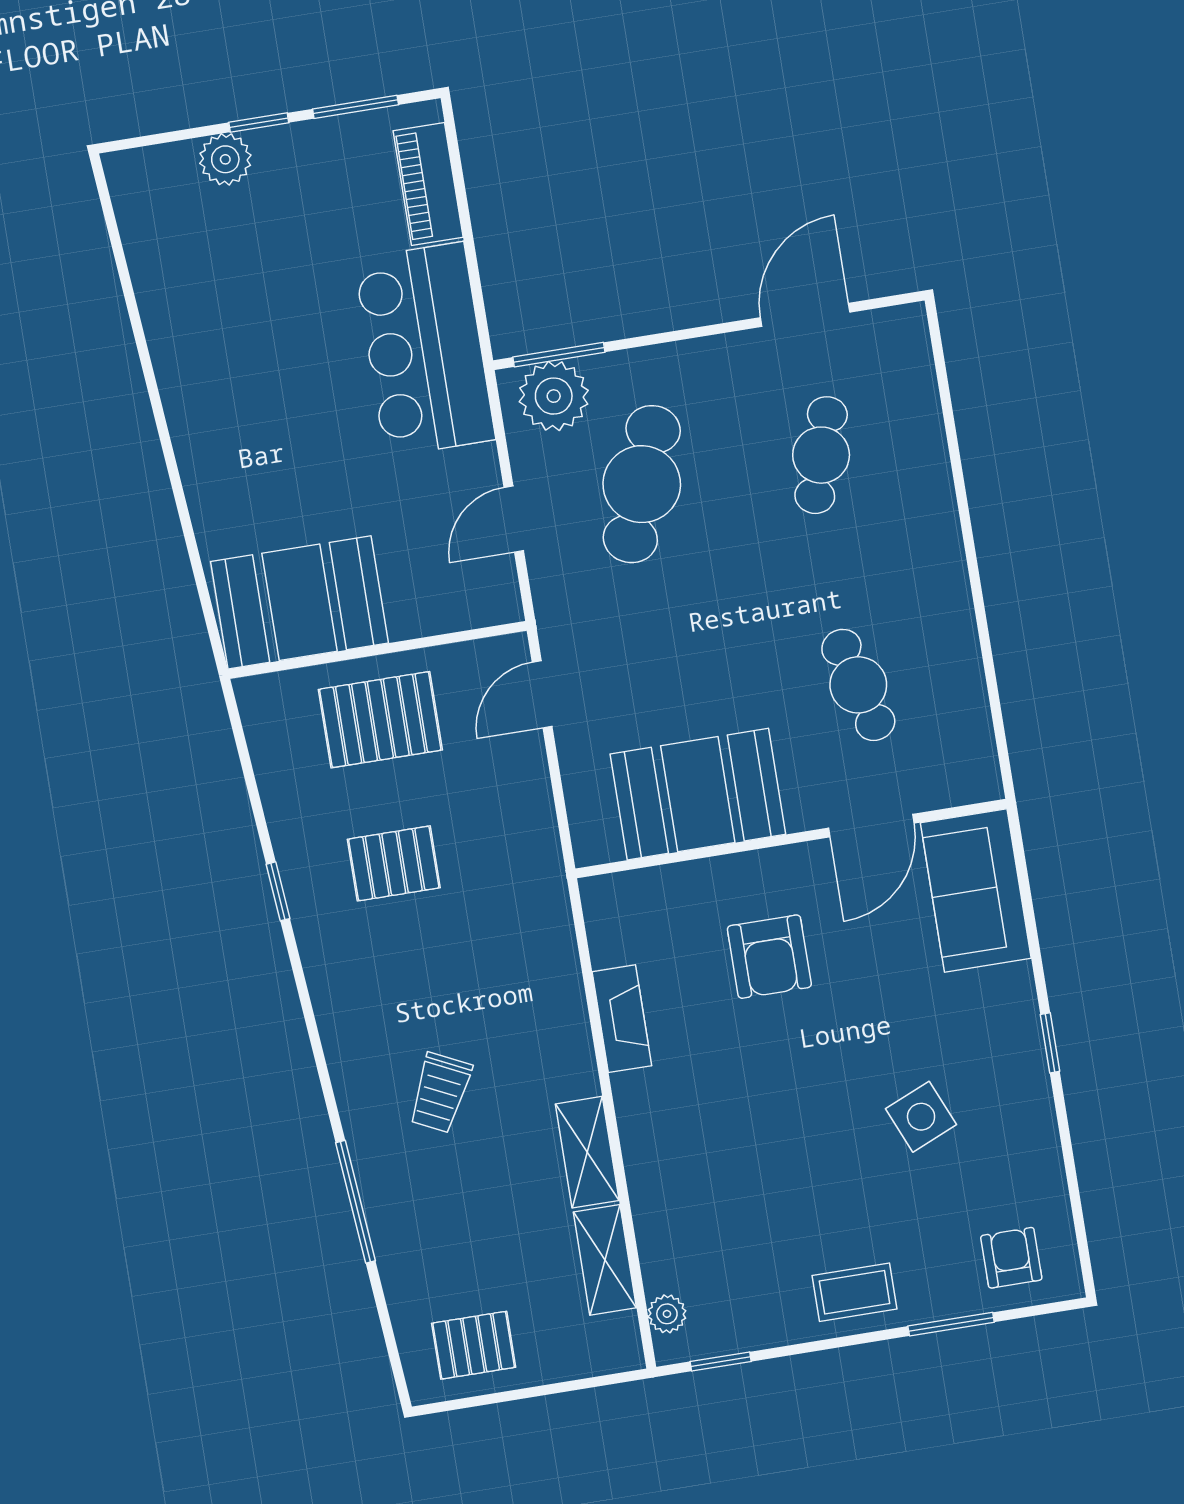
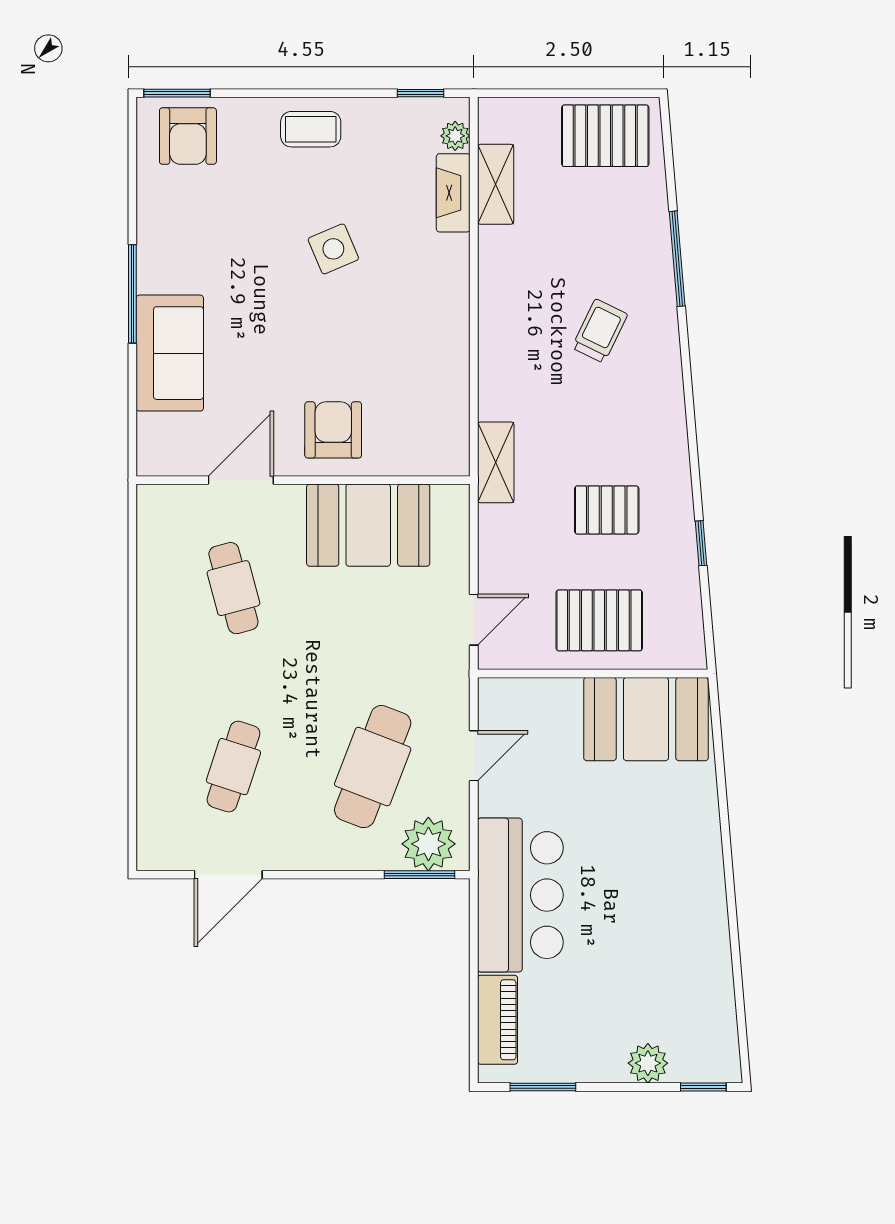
window: (259, 123) -> (703, 1087), moved
window: (278, 891) -> (701, 543), moved
sofa: (976, 891) -> (170, 353), moved
armchair: (769, 957) -> (333, 430), moved
fireplace: (622, 1019) -> (453, 193), moved
window: (1050, 1043) -> (132, 294), width x2.17
side table: (921, 1117) -> (333, 249), moved
shelving: (587, 1152) -> (496, 462), moved
armchair: (1011, 1258) -> (188, 136), width x1.38, depth x1.38
window: (951, 1324) -> (177, 93), moved
pallet: (474, 1345) -> (605, 136), width x1.50, depth x1.42

